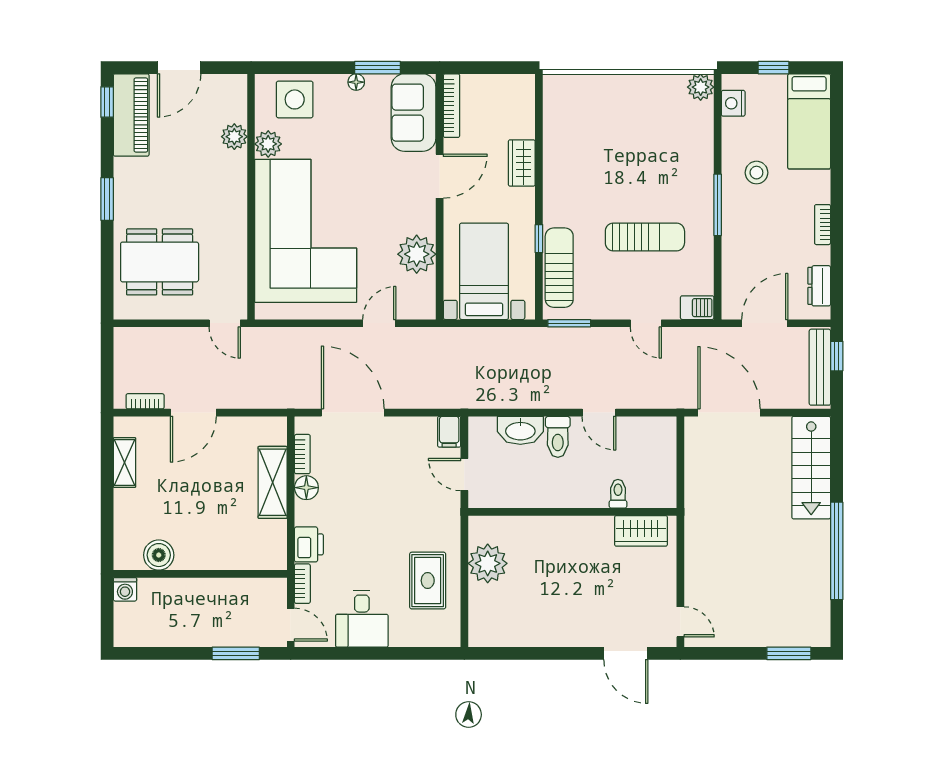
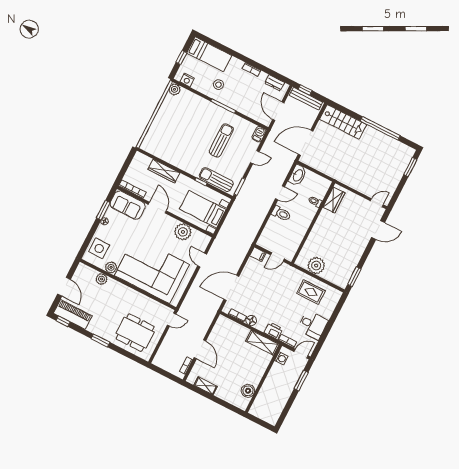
wardrobe: (522, 163) -> (164, 171), width x1.50
dining table: (160, 262) -> (135, 333), turned 90
washbasin: (520, 430) -> (298, 175), moved
shelving: (273, 482) -> (262, 343), moved
washing machine: (125, 589) -> (281, 358), moved
window: (505, 653) -> (354, 277), added

